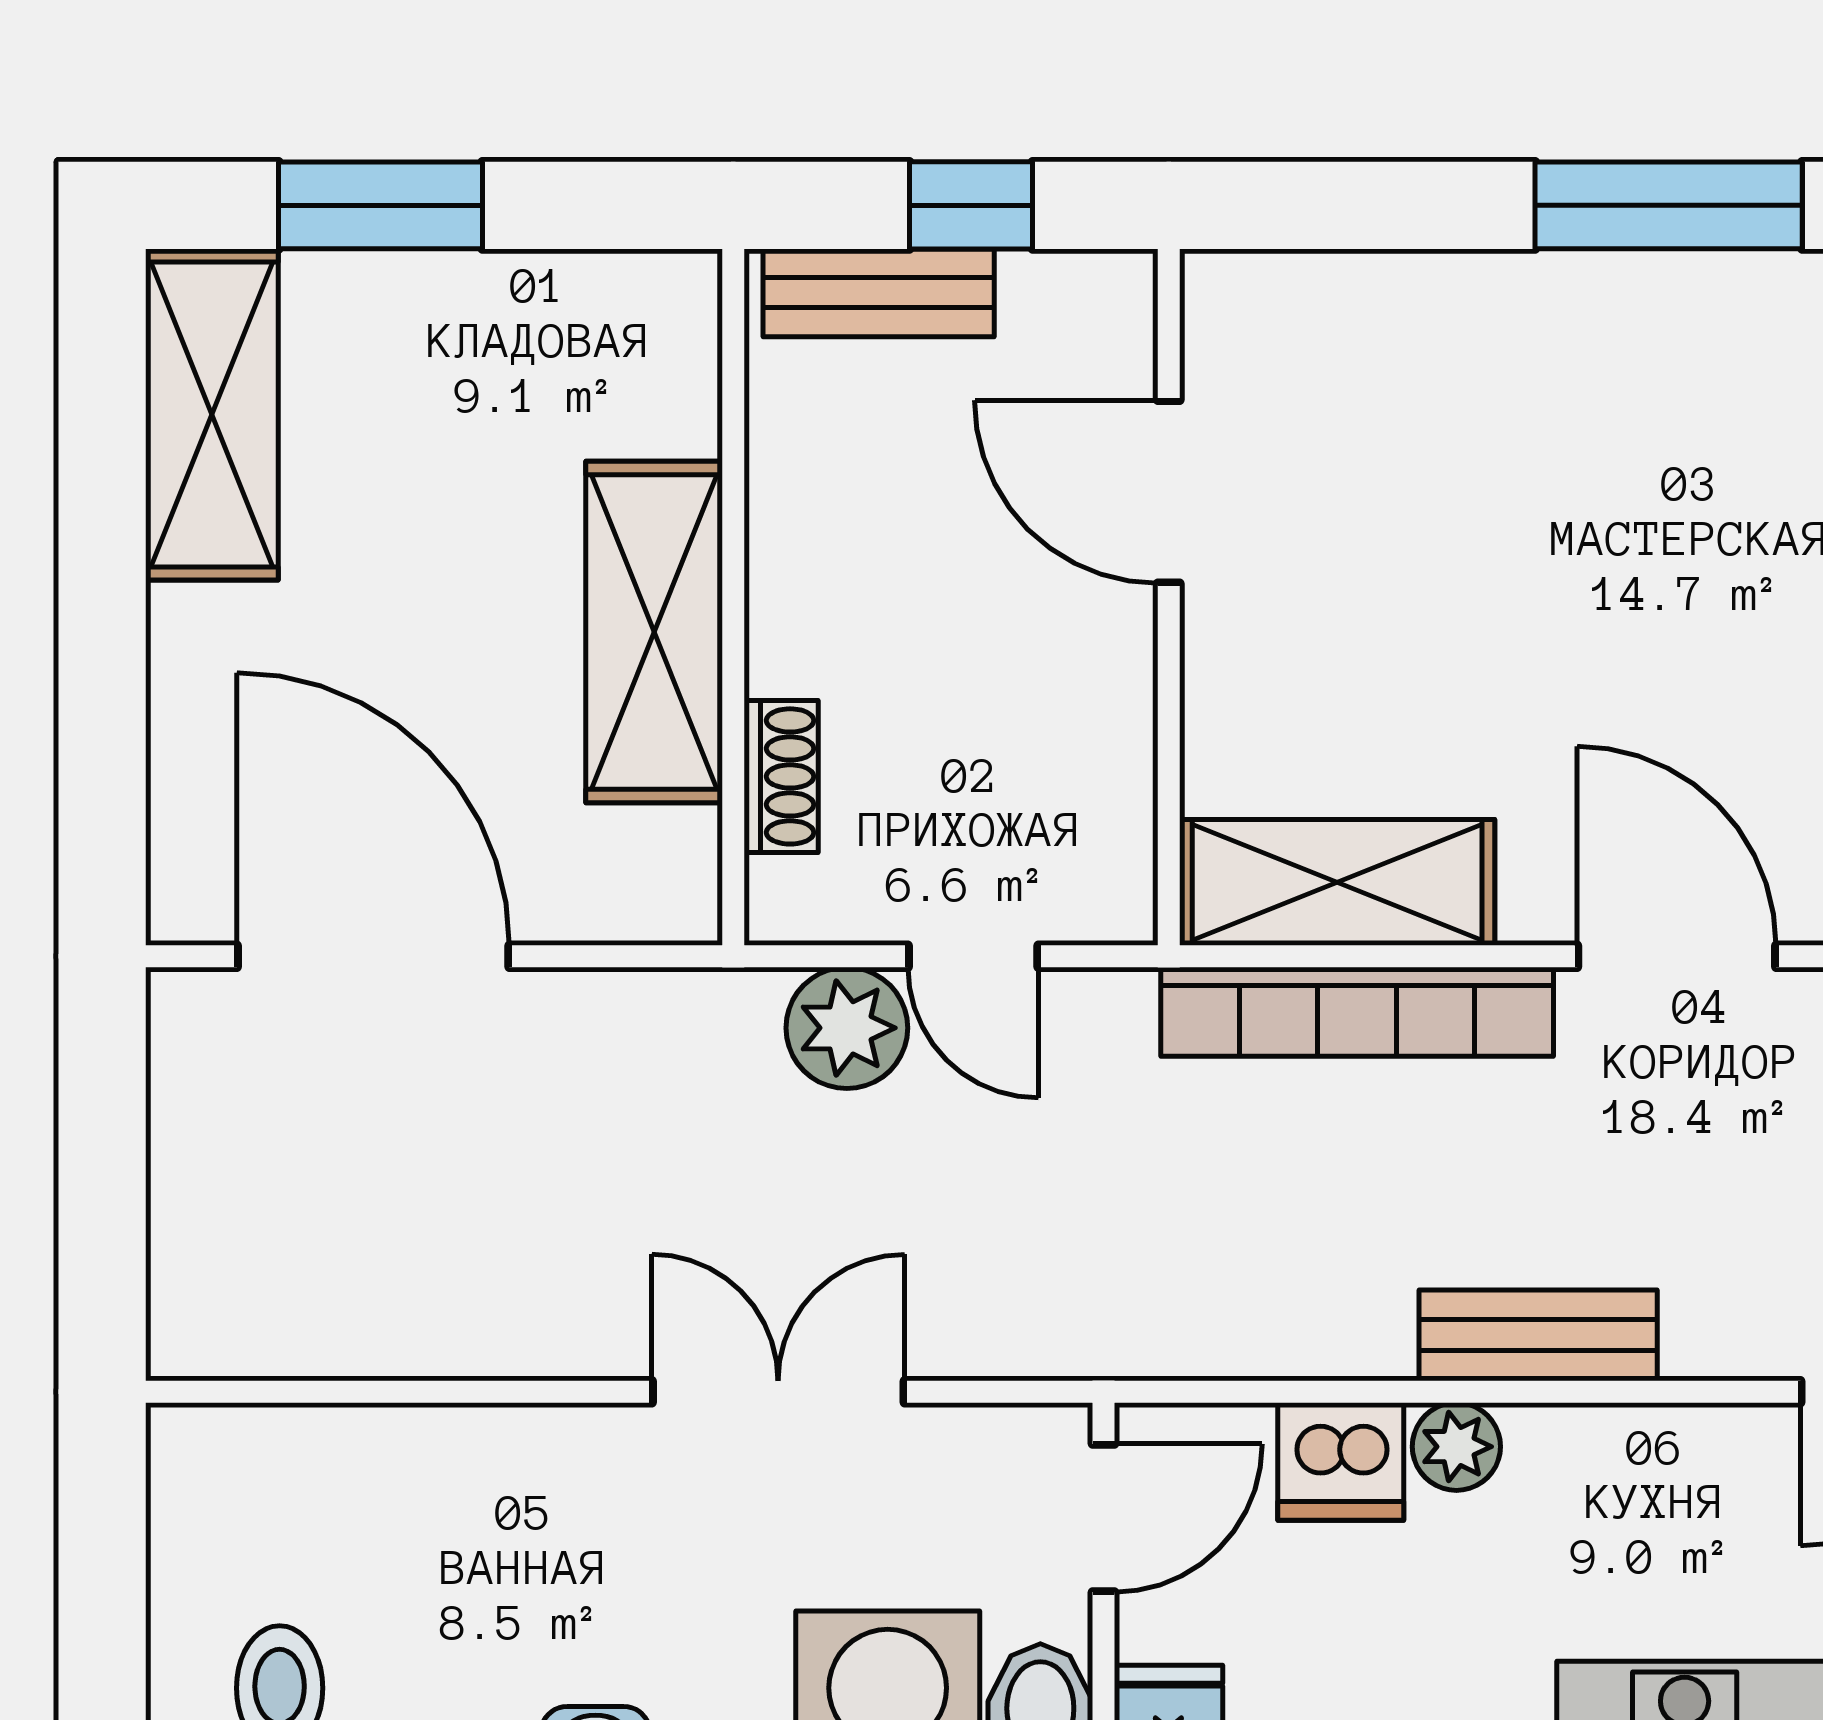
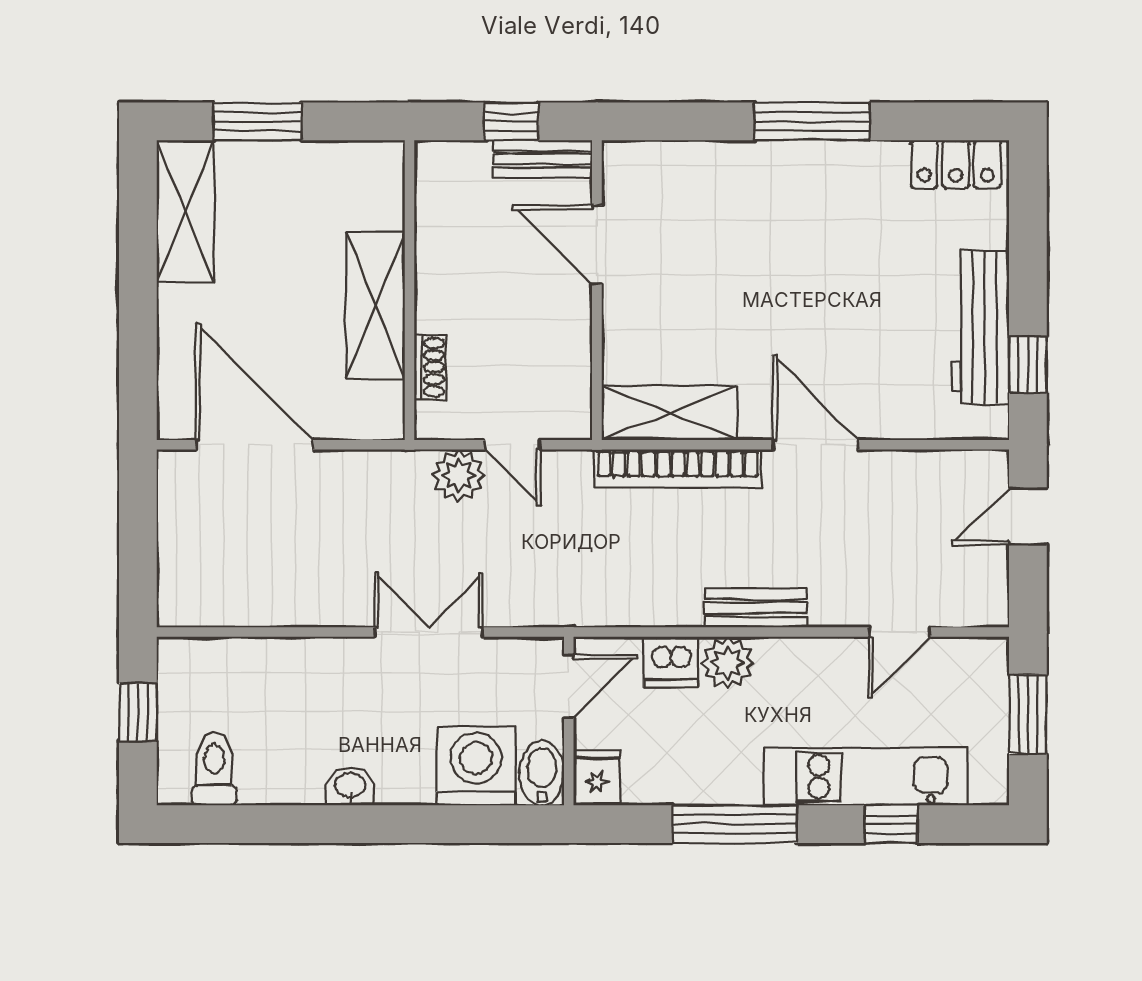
bench: (879, 293) -> (543, 159), moved
plant: (1456, 1447) -> (728, 663), width x1.38, depth x1.38
window: (102, 1578) -> (138, 712), added

